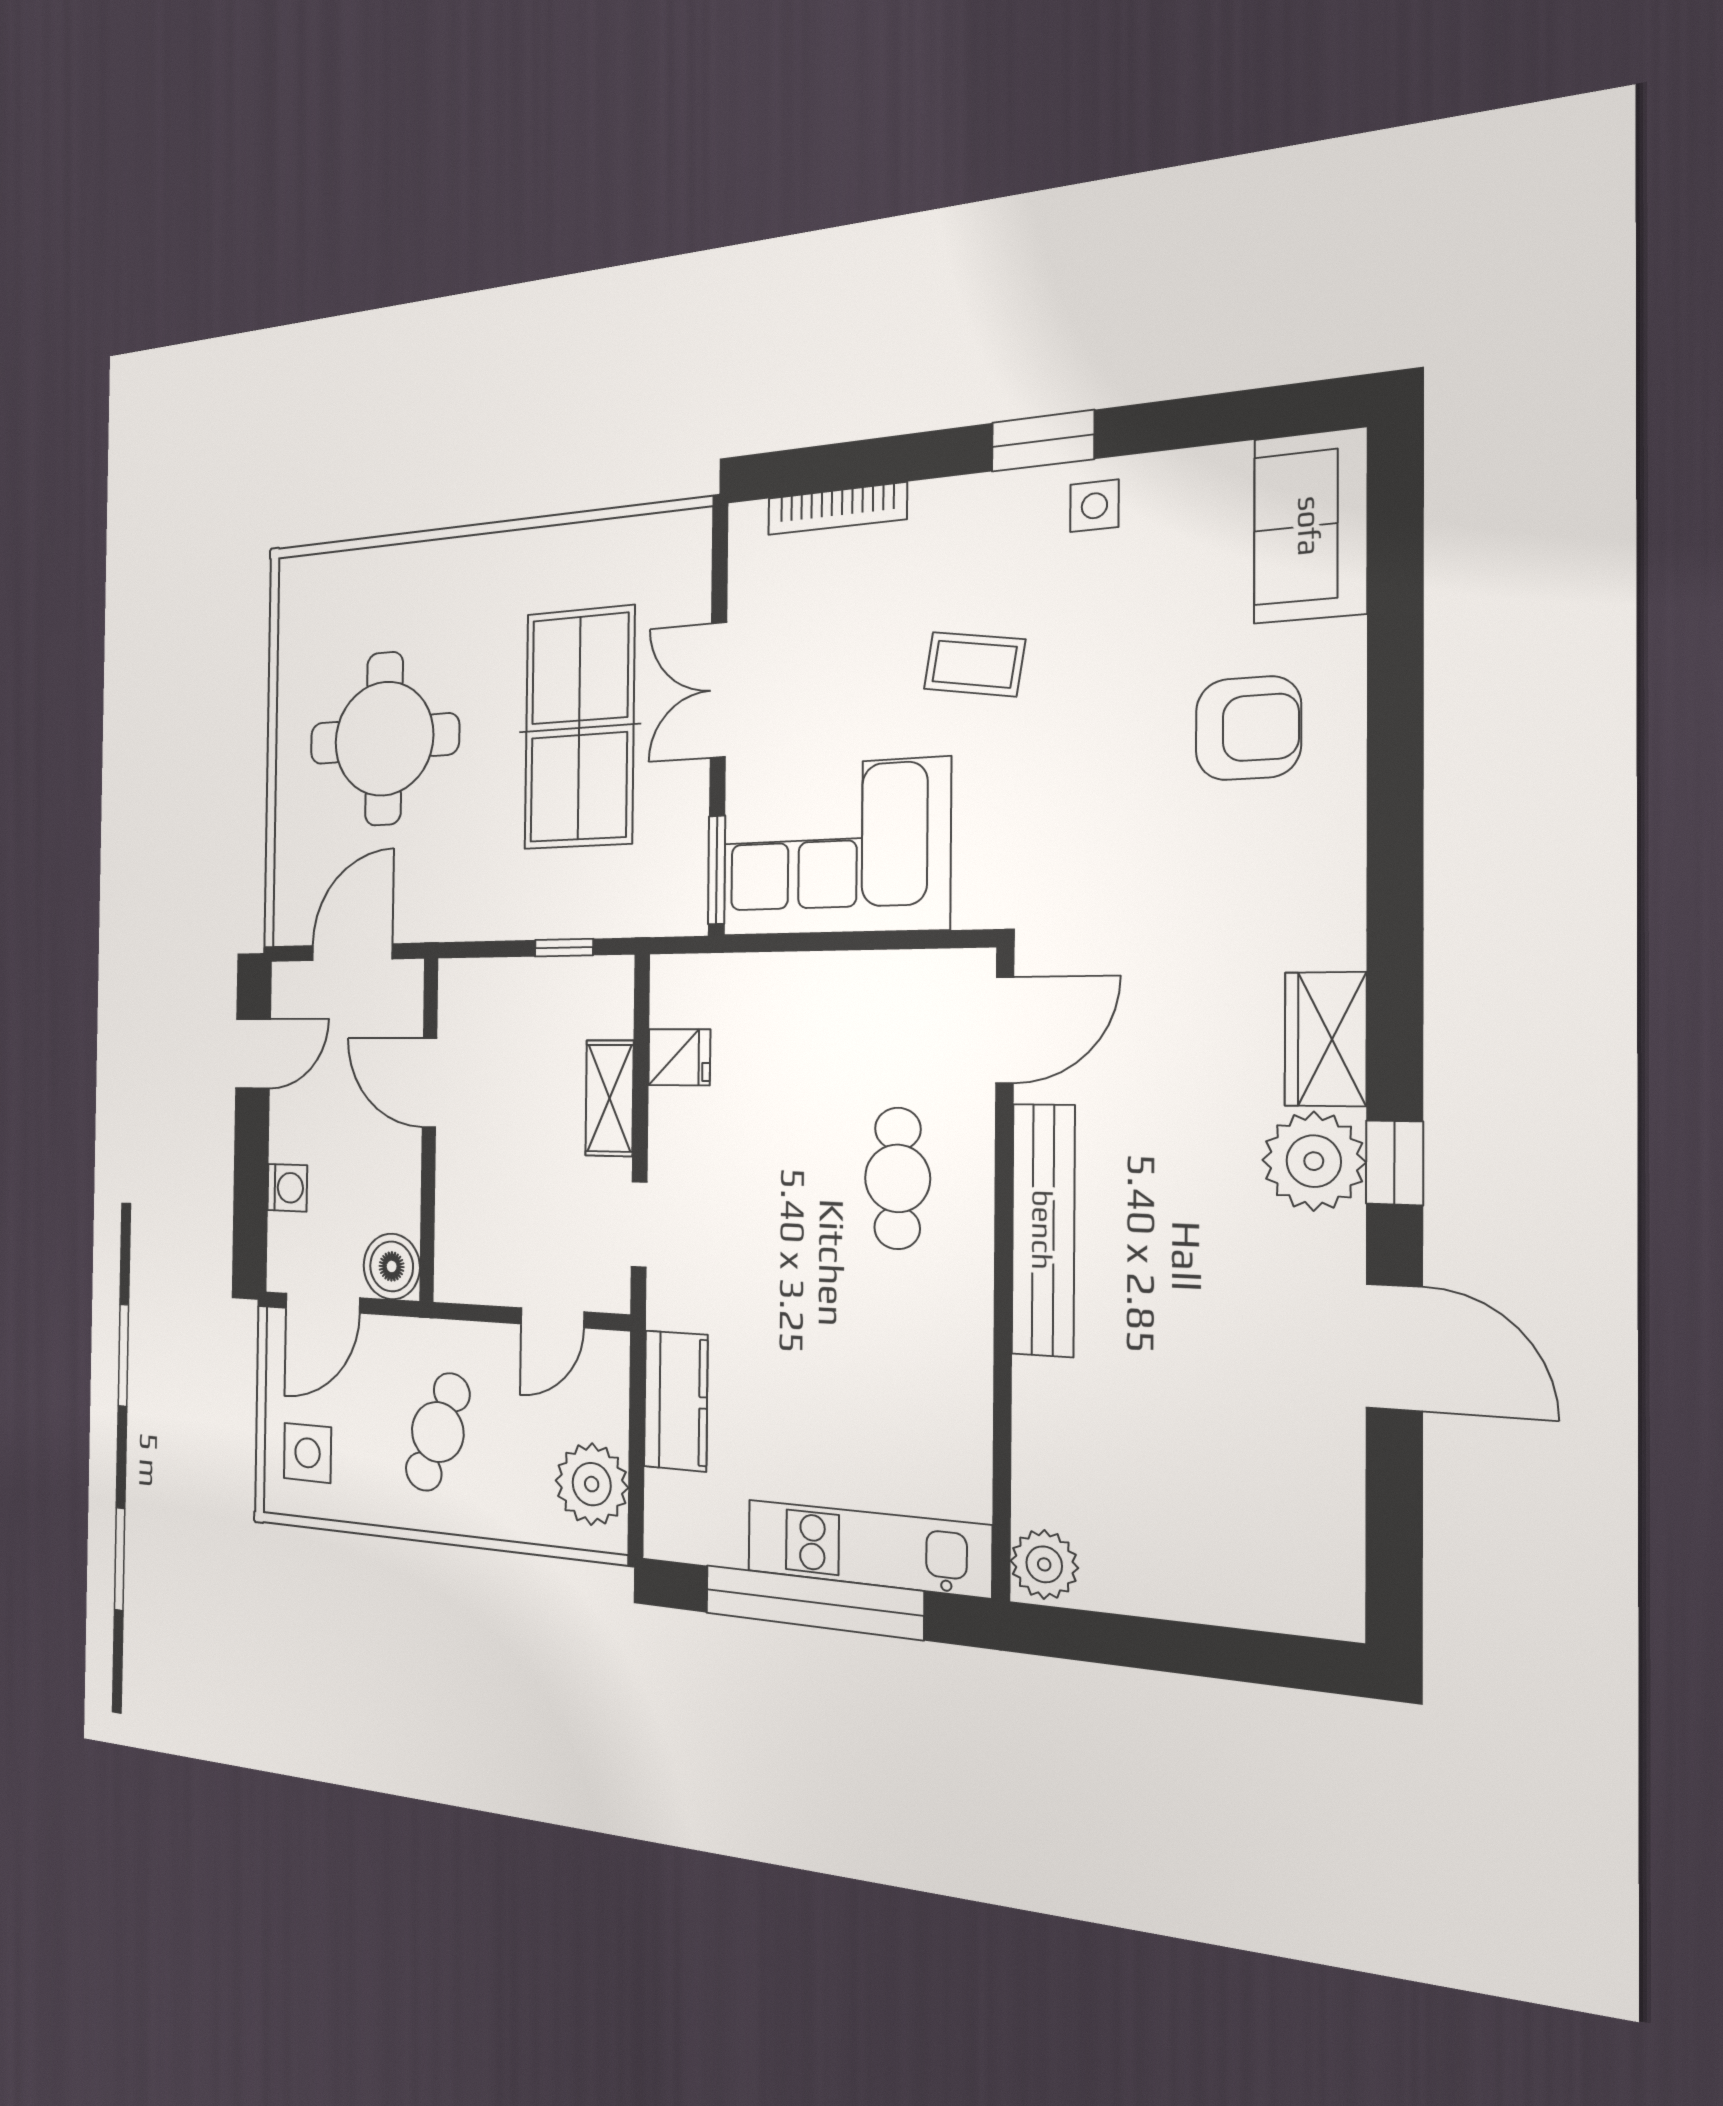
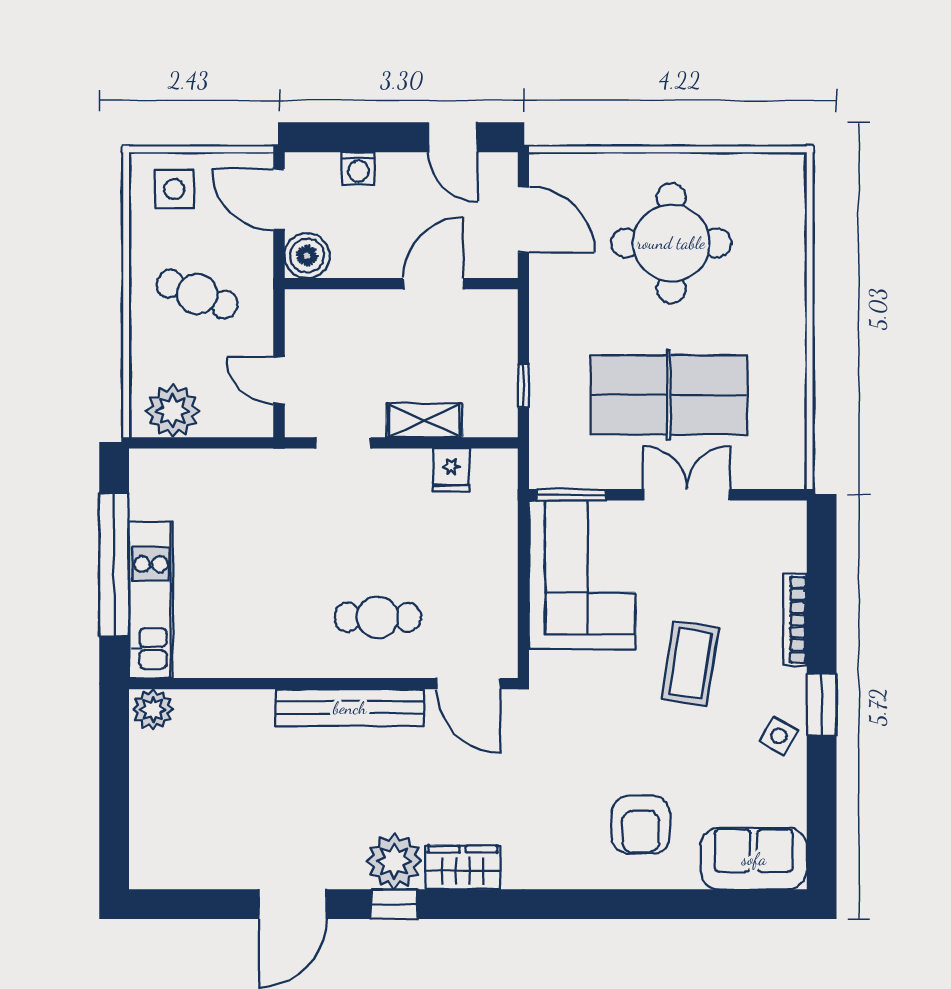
side table: (1094, 506) -> (779, 736), turned 30
bookcase: (837, 509) -> (795, 620), moved
coffee table: (974, 664) -> (690, 663), width x1.36, depth x1.30
kitchen counter: (676, 1401) -> (231, 470), removed

